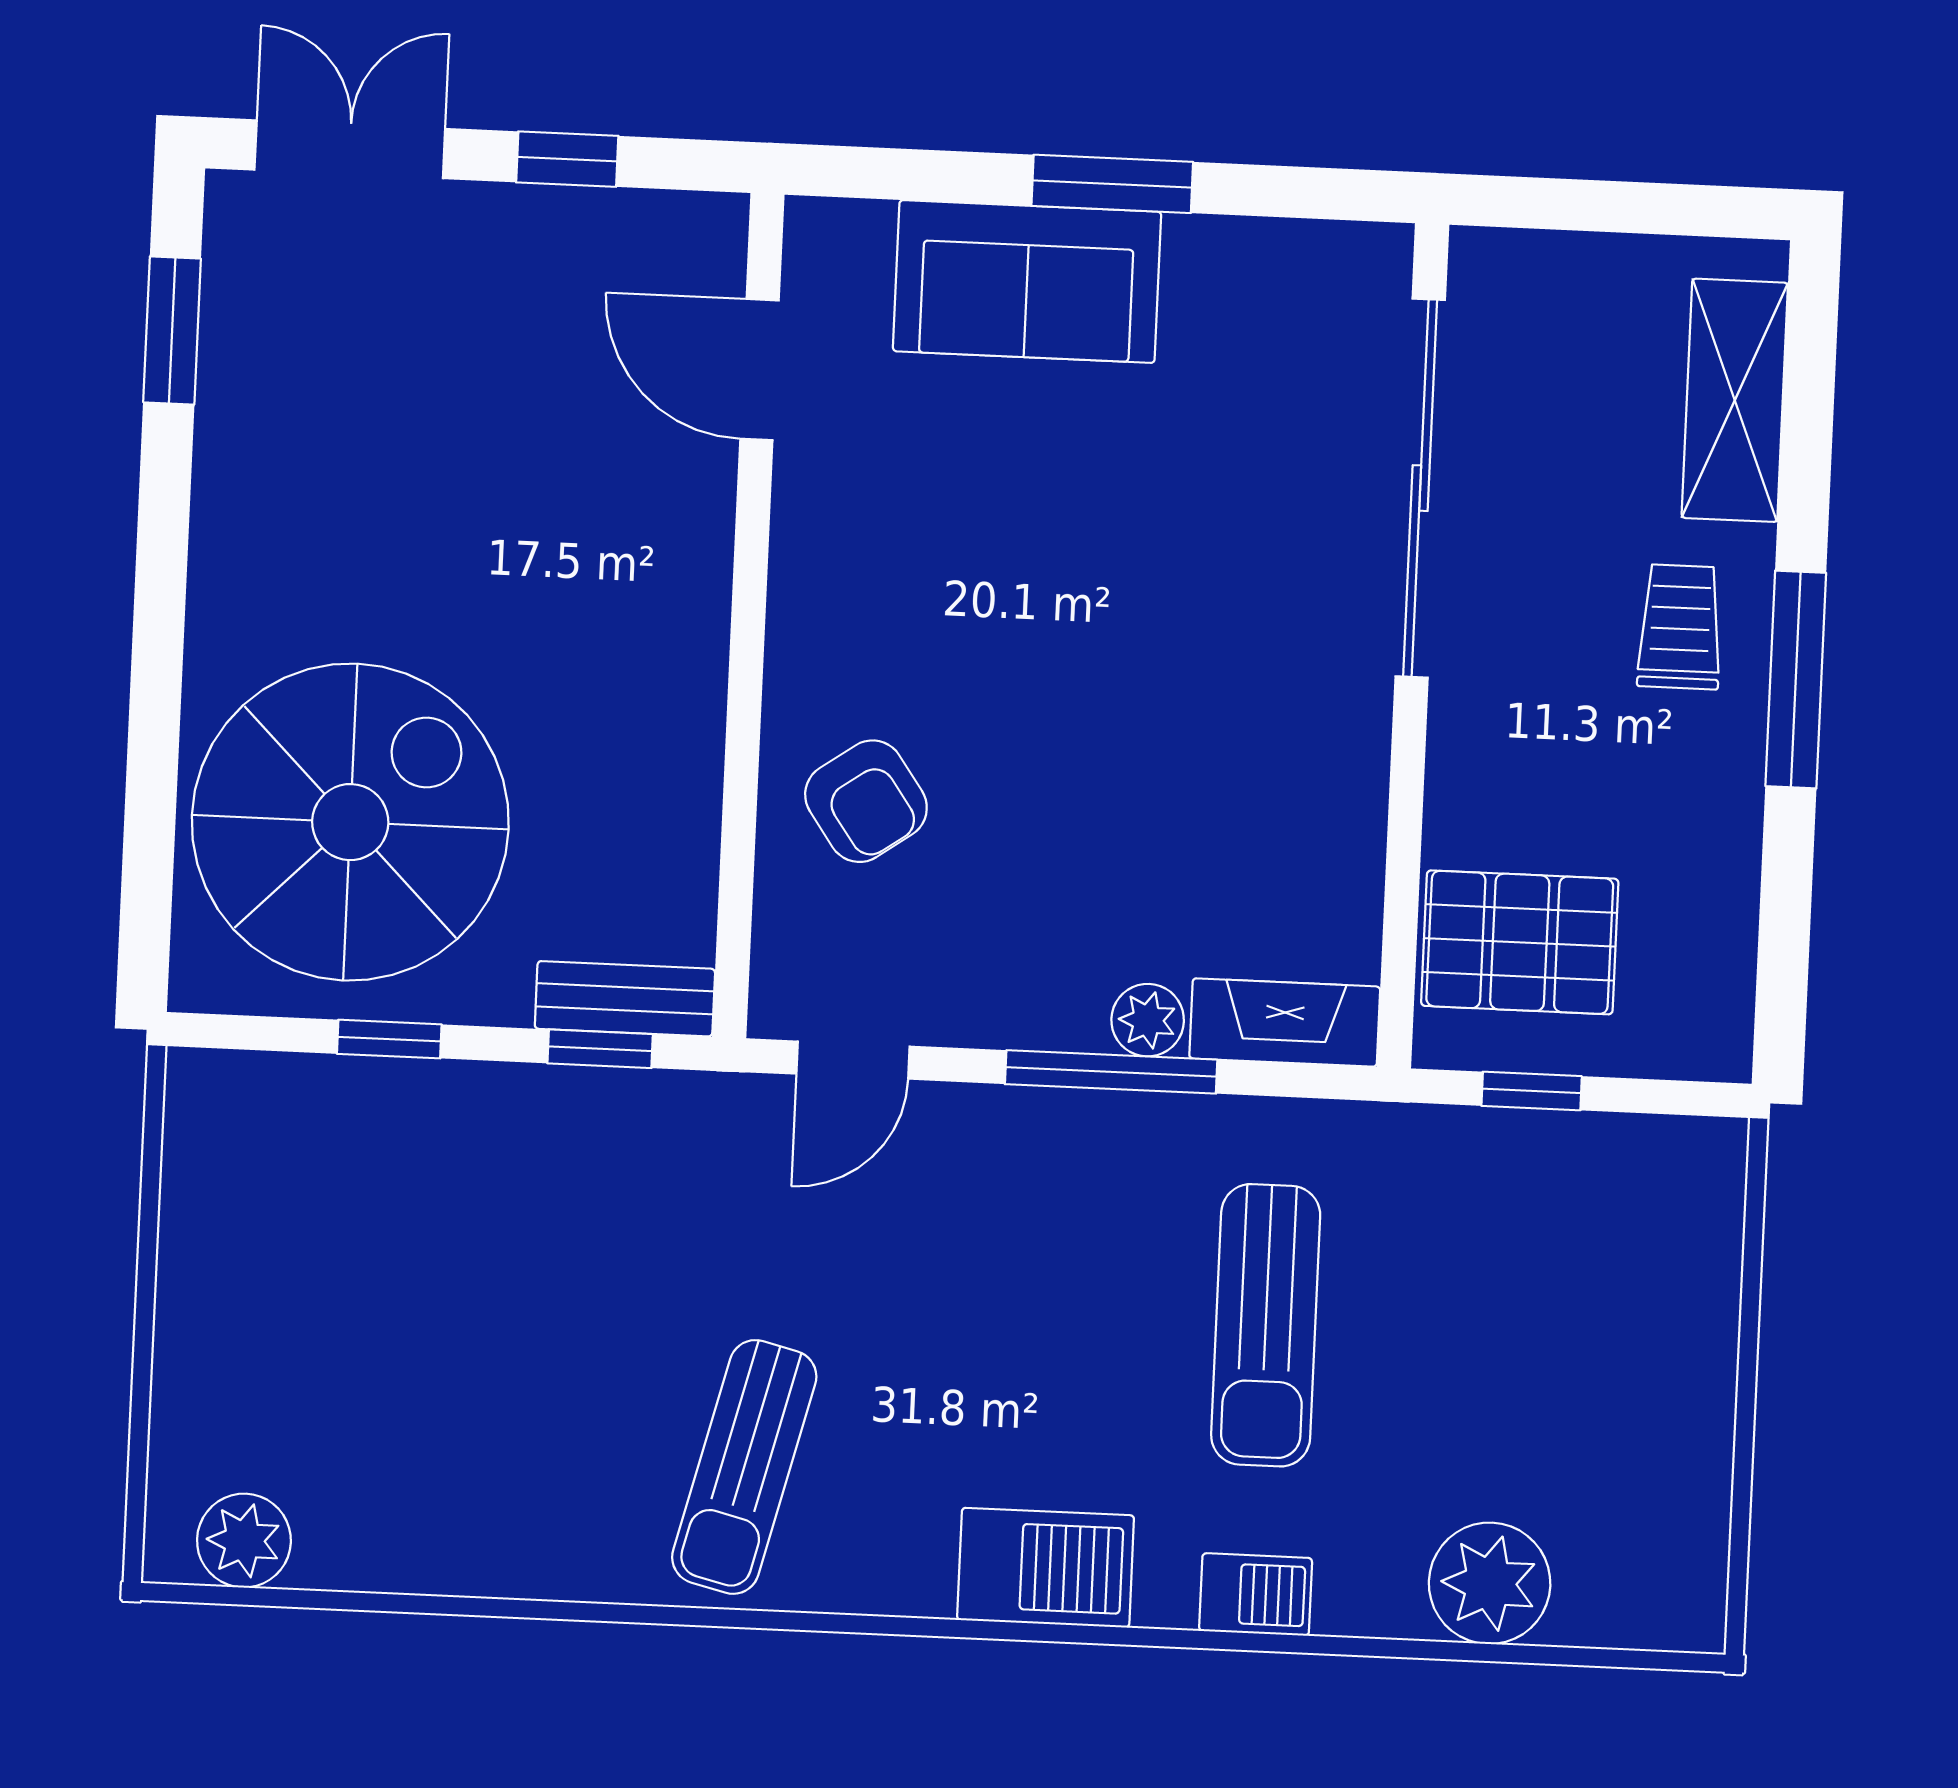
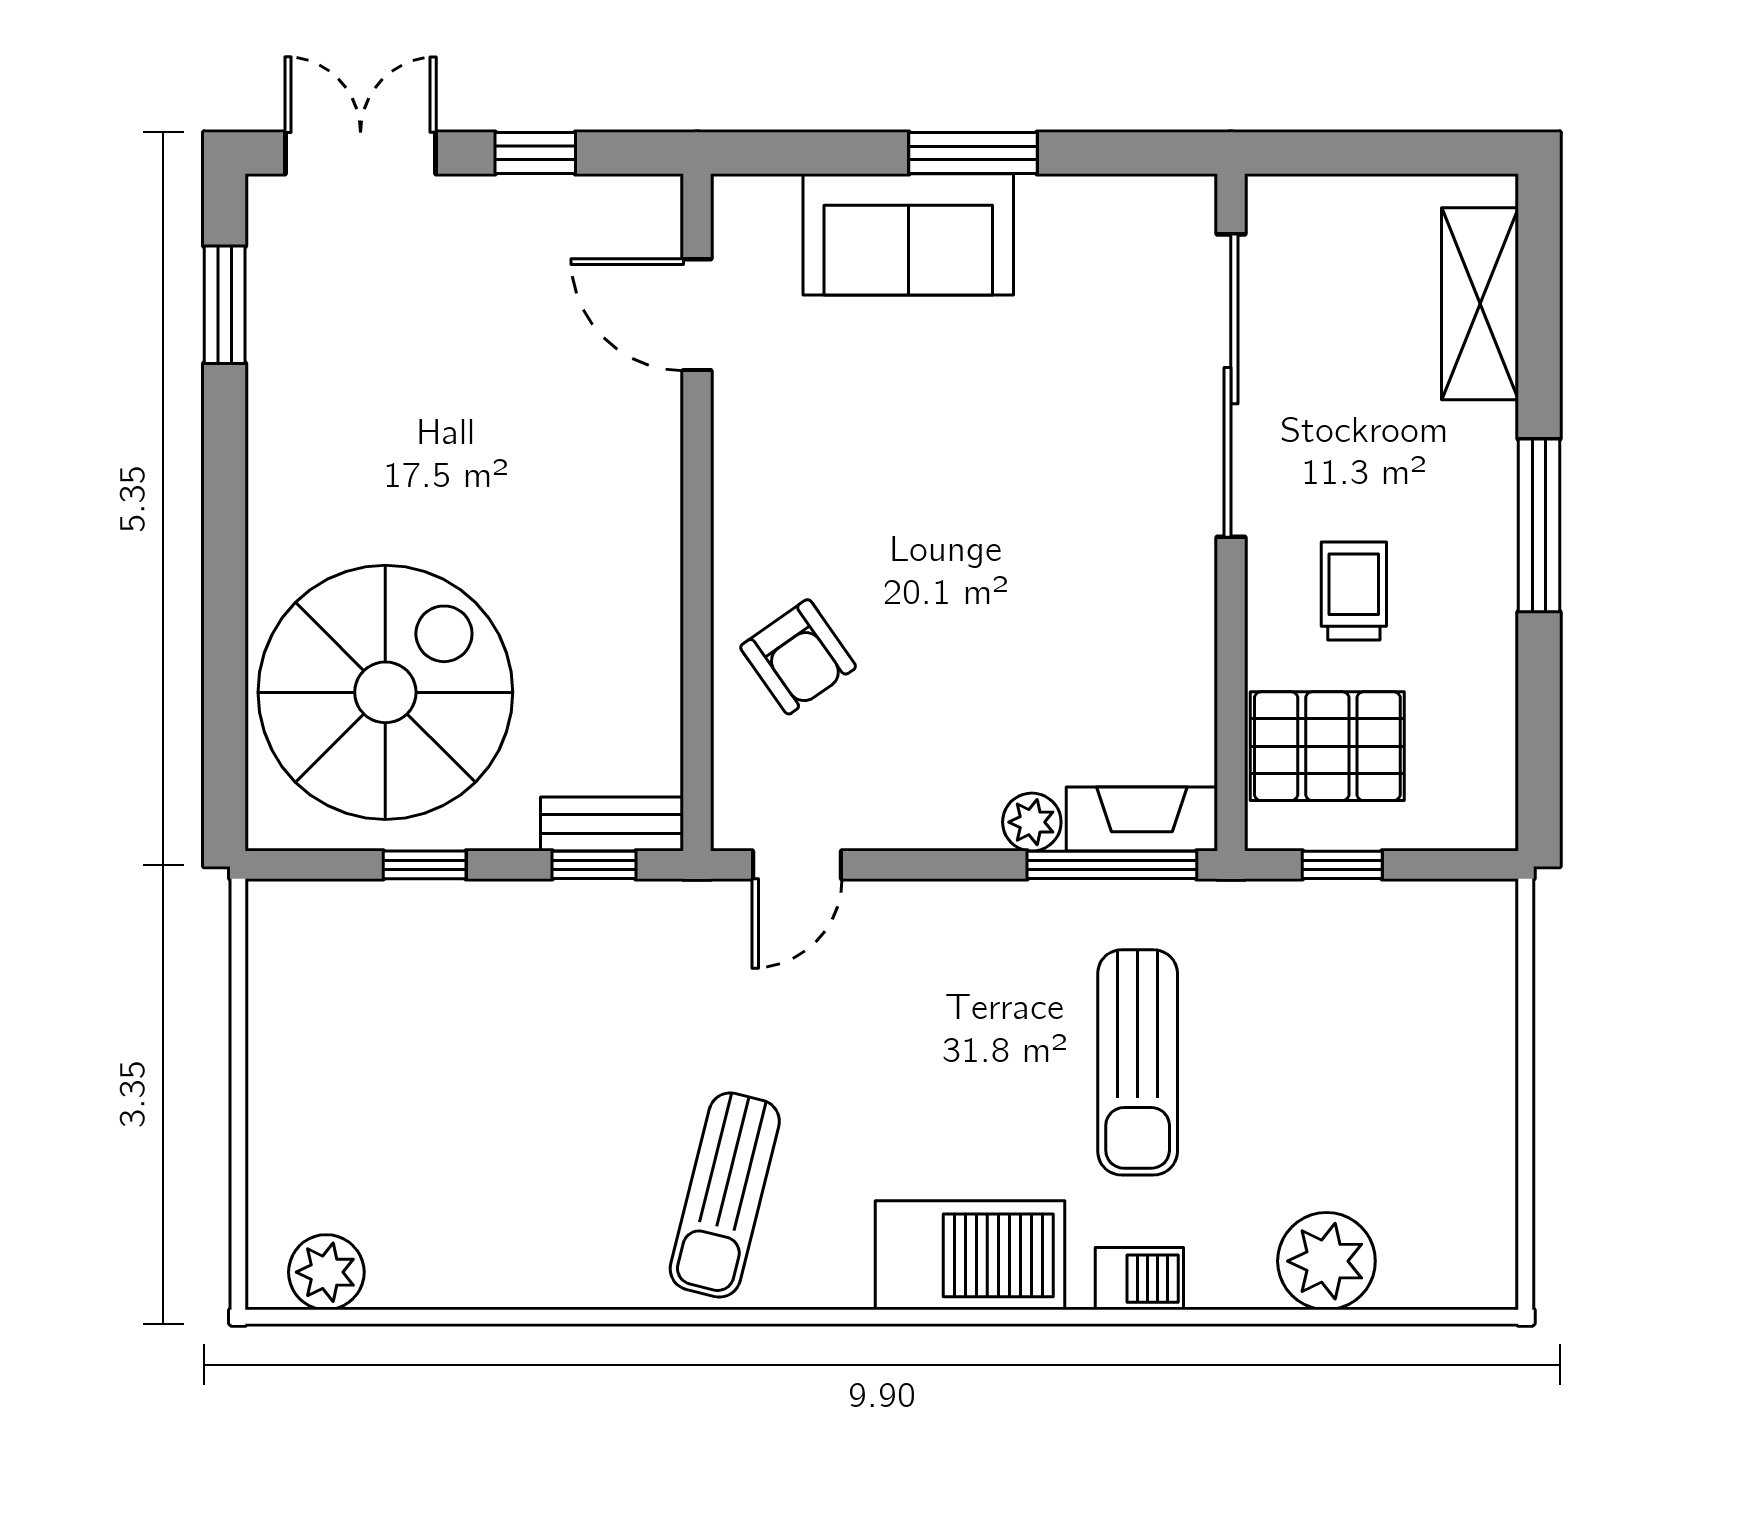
trolley: (1680, 627) -> (1354, 591), moved
window: (1111, 1072) -> (1112, 865), moved
barbecue: (1046, 1568) -> (970, 1255), width x1.37, depth x1.21

